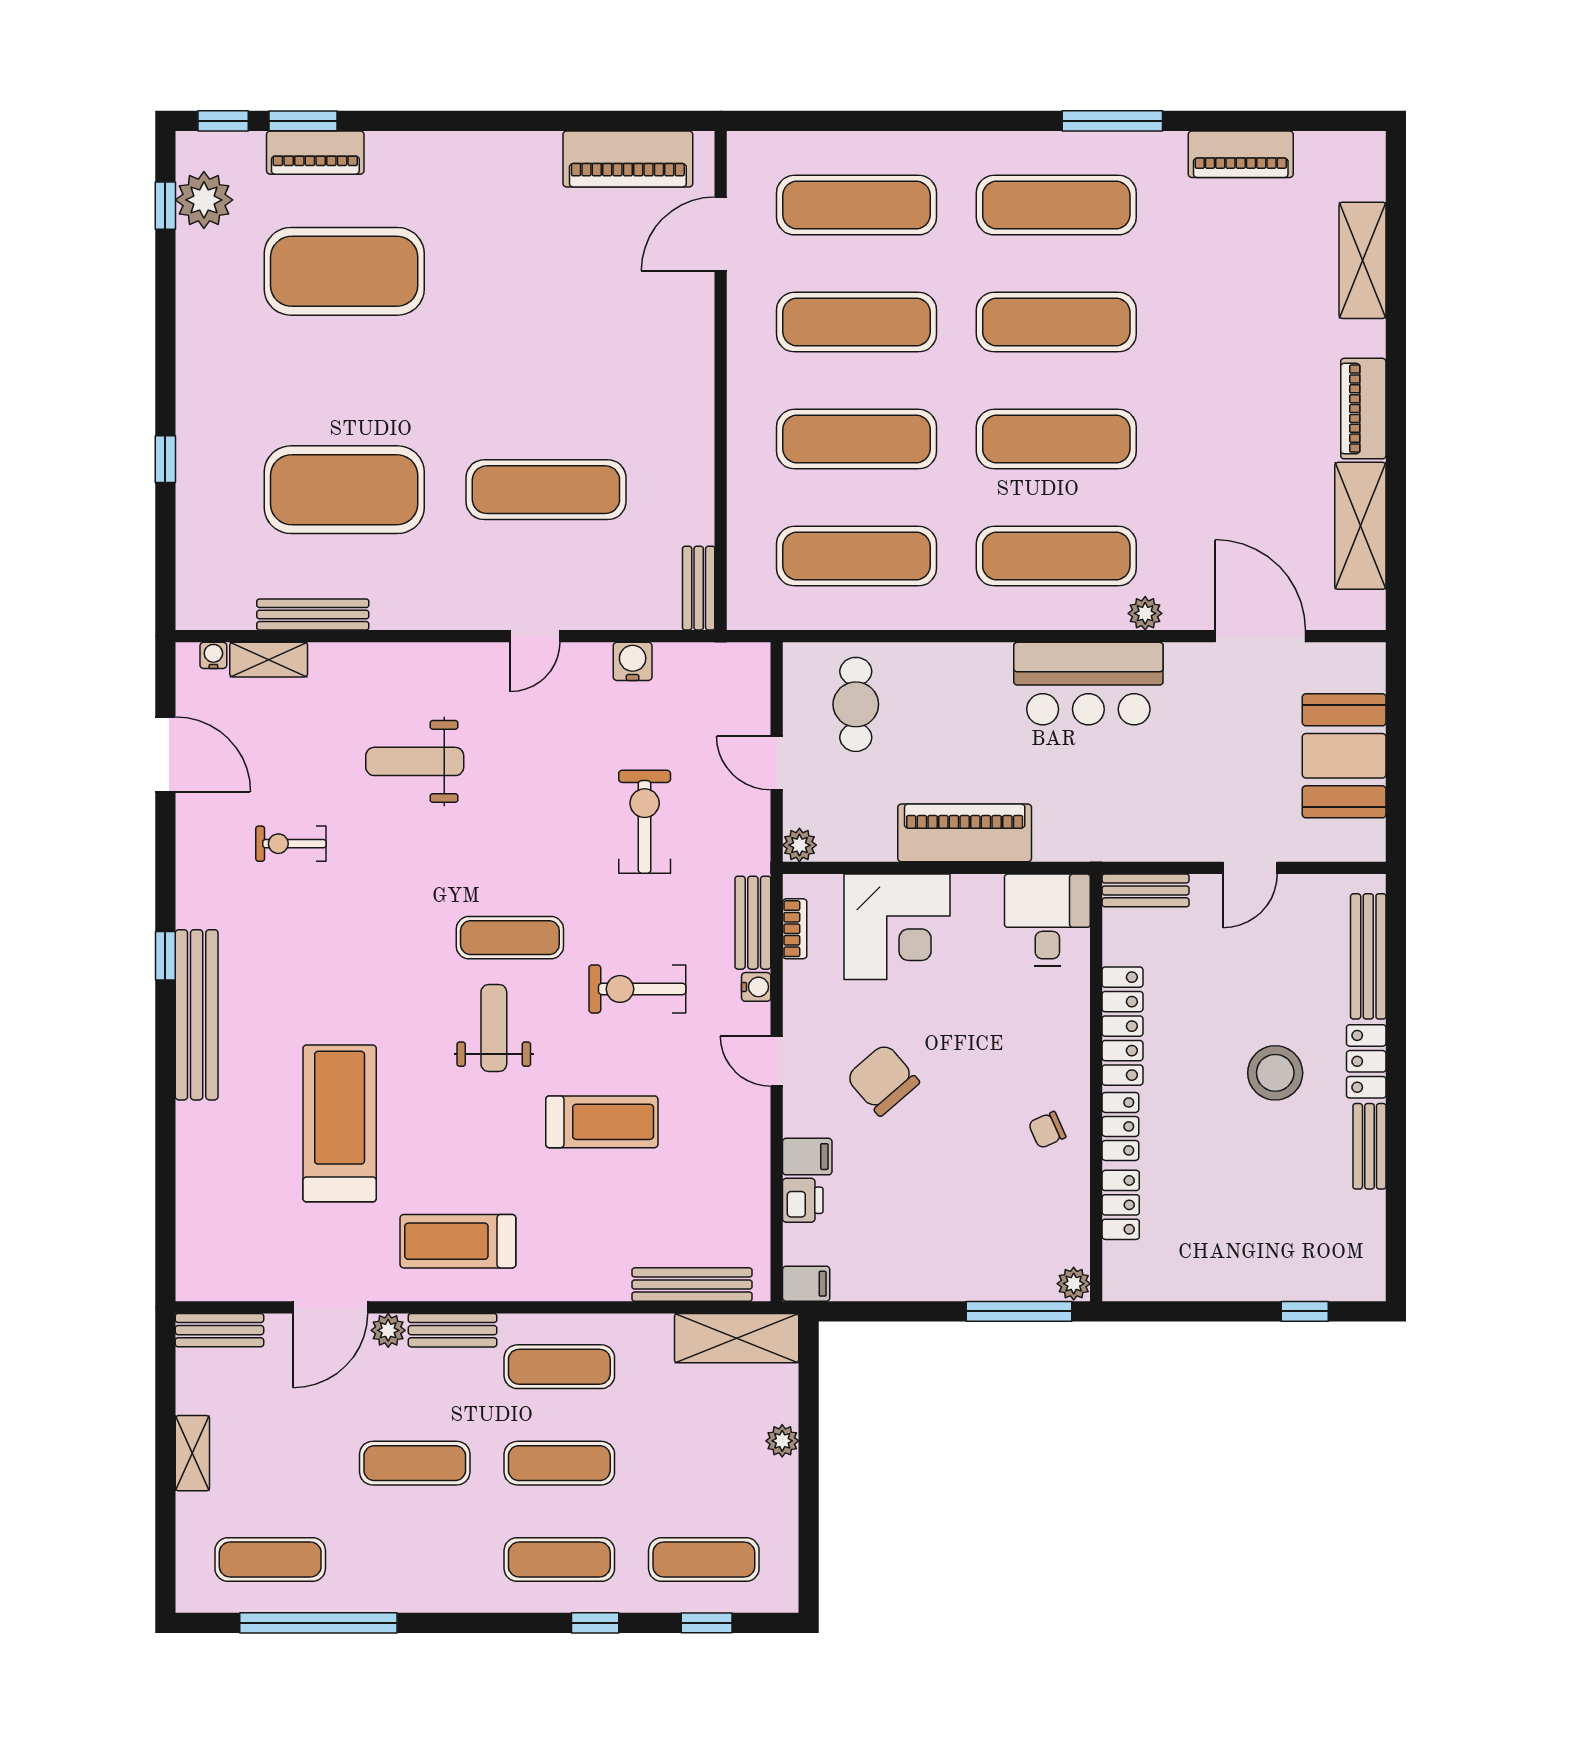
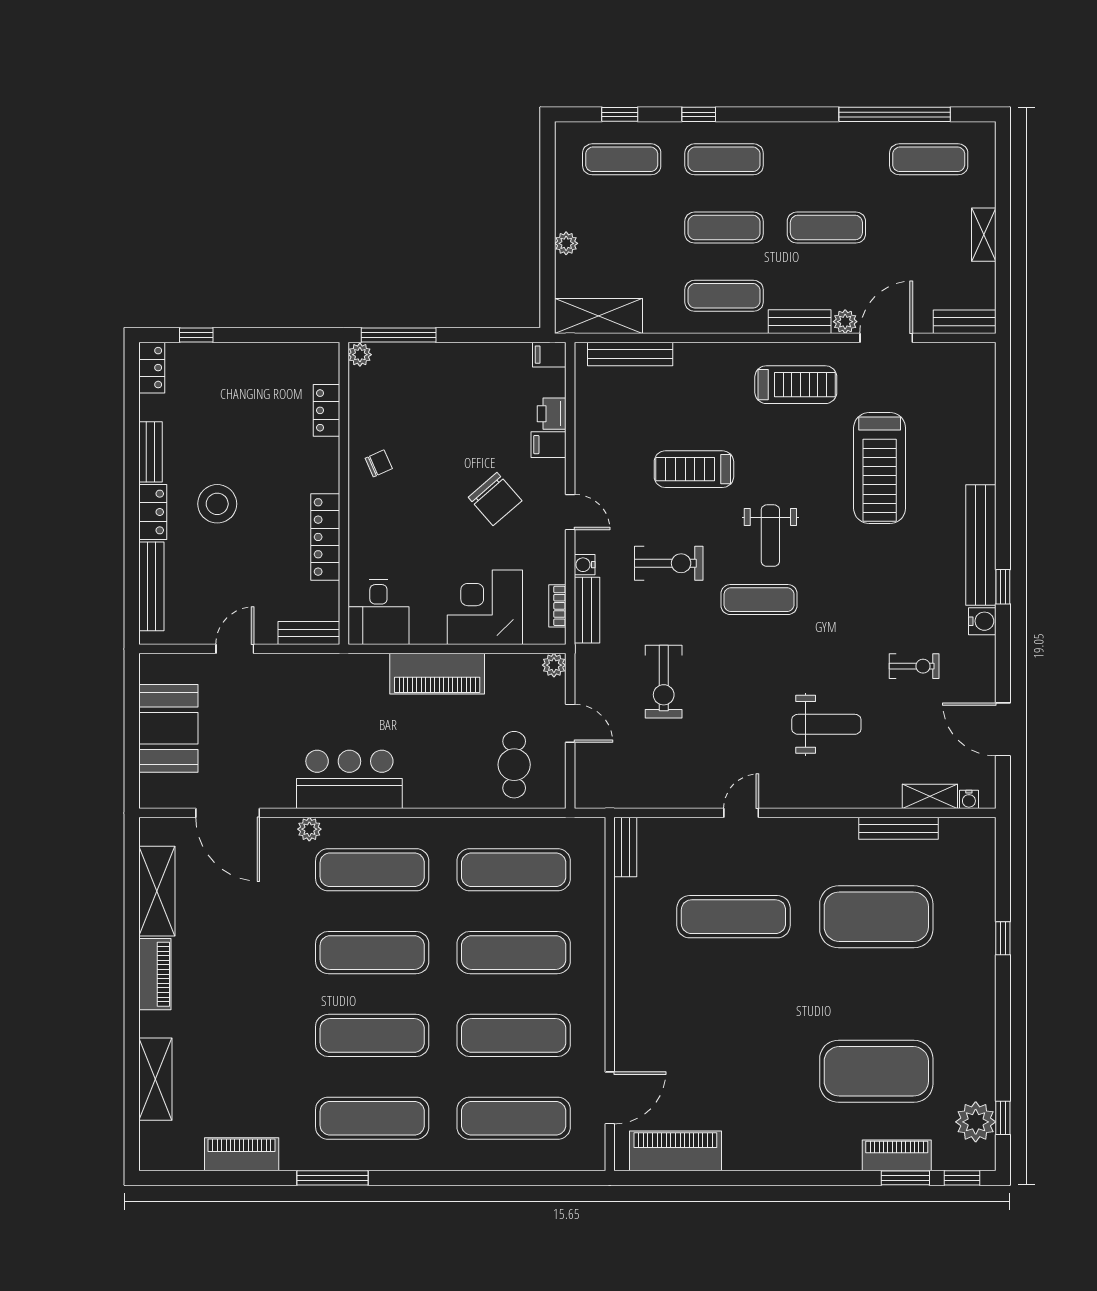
water cooler: (633, 661) -> (982, 621), moved, turned -90
locker: (1120, 1126) -> (152, 368), moved, turned 180

